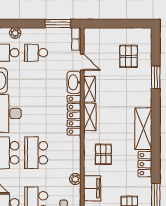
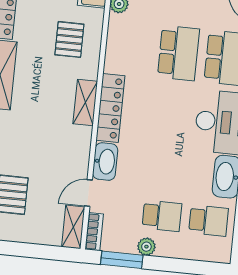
plant: (15, 33) -> (146, 247), moved
door: (82, 62) -> (88, 193), hinge flipped
shelving: (89, 89) -> (73, 227), moved

